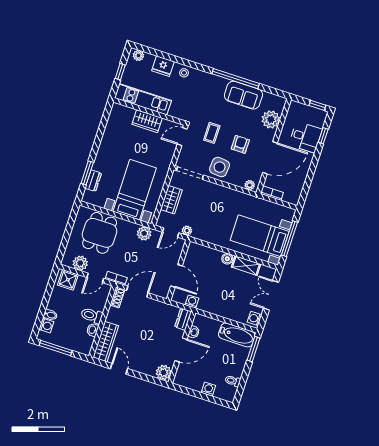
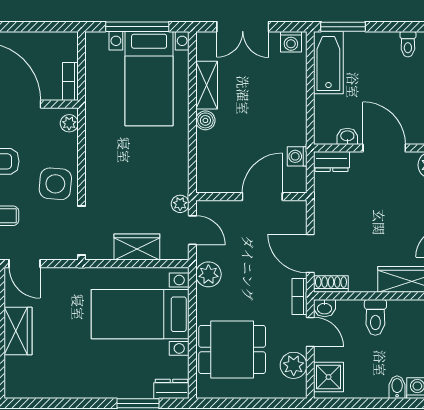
dresser: (93, 181) -> (171, 389), moved
washbasin: (93, 330) -> (325, 308), moved

